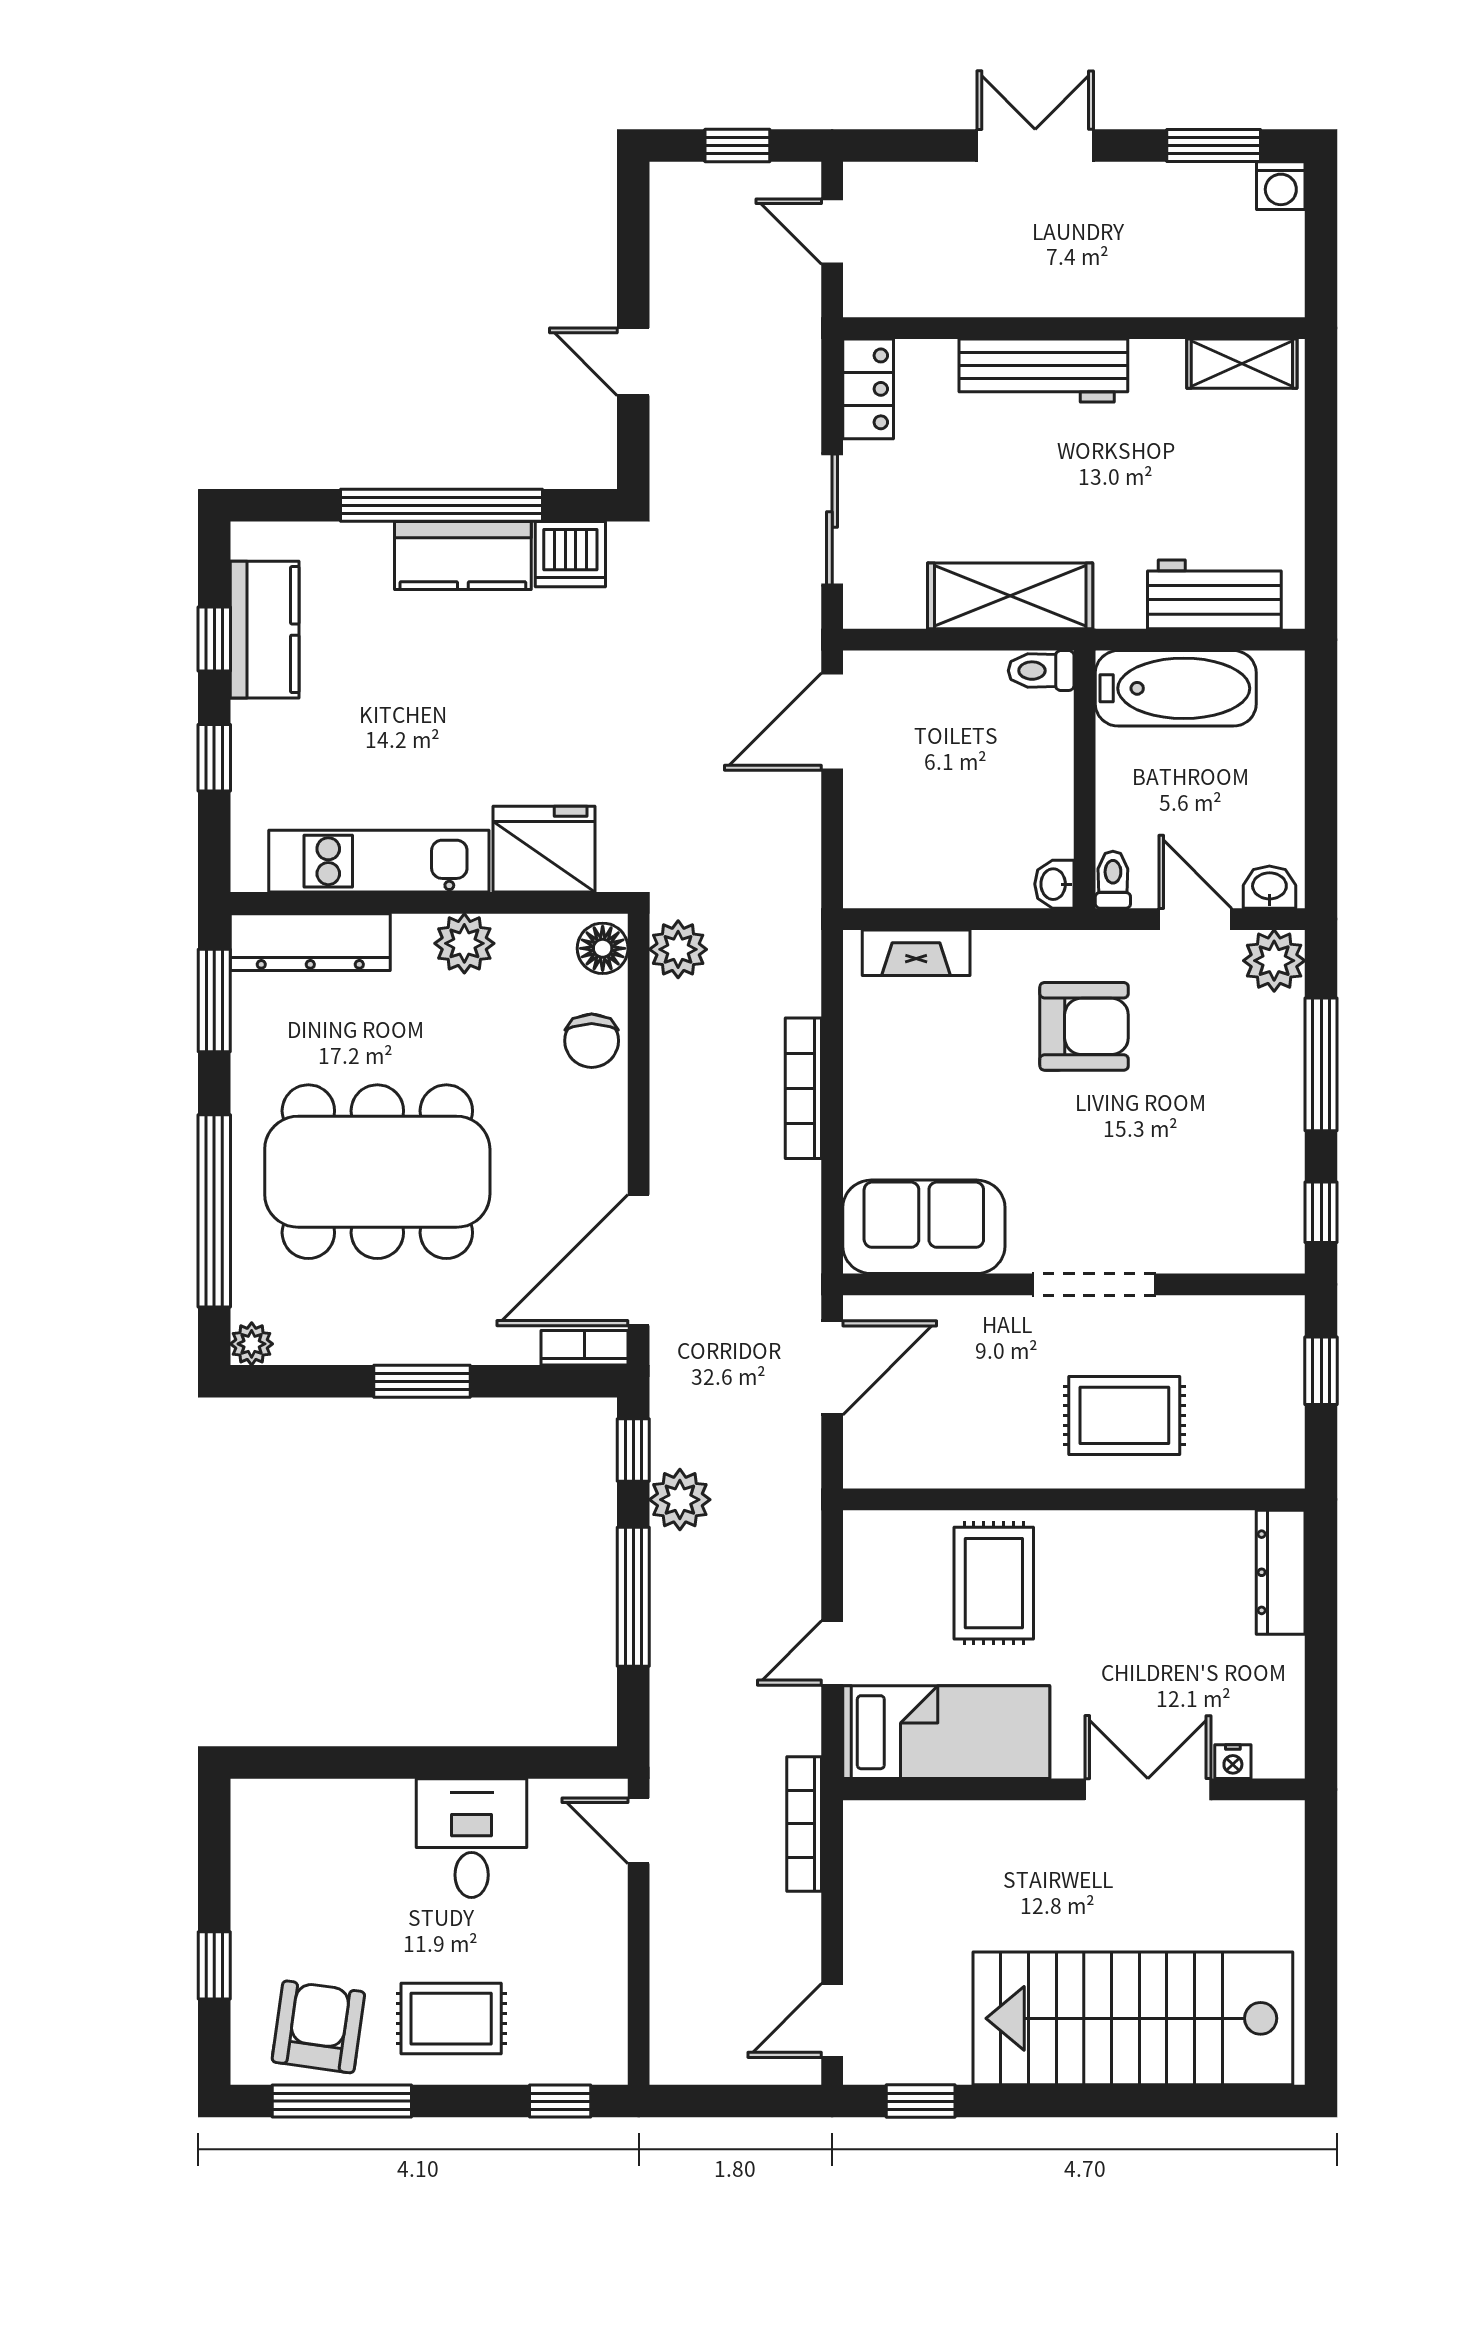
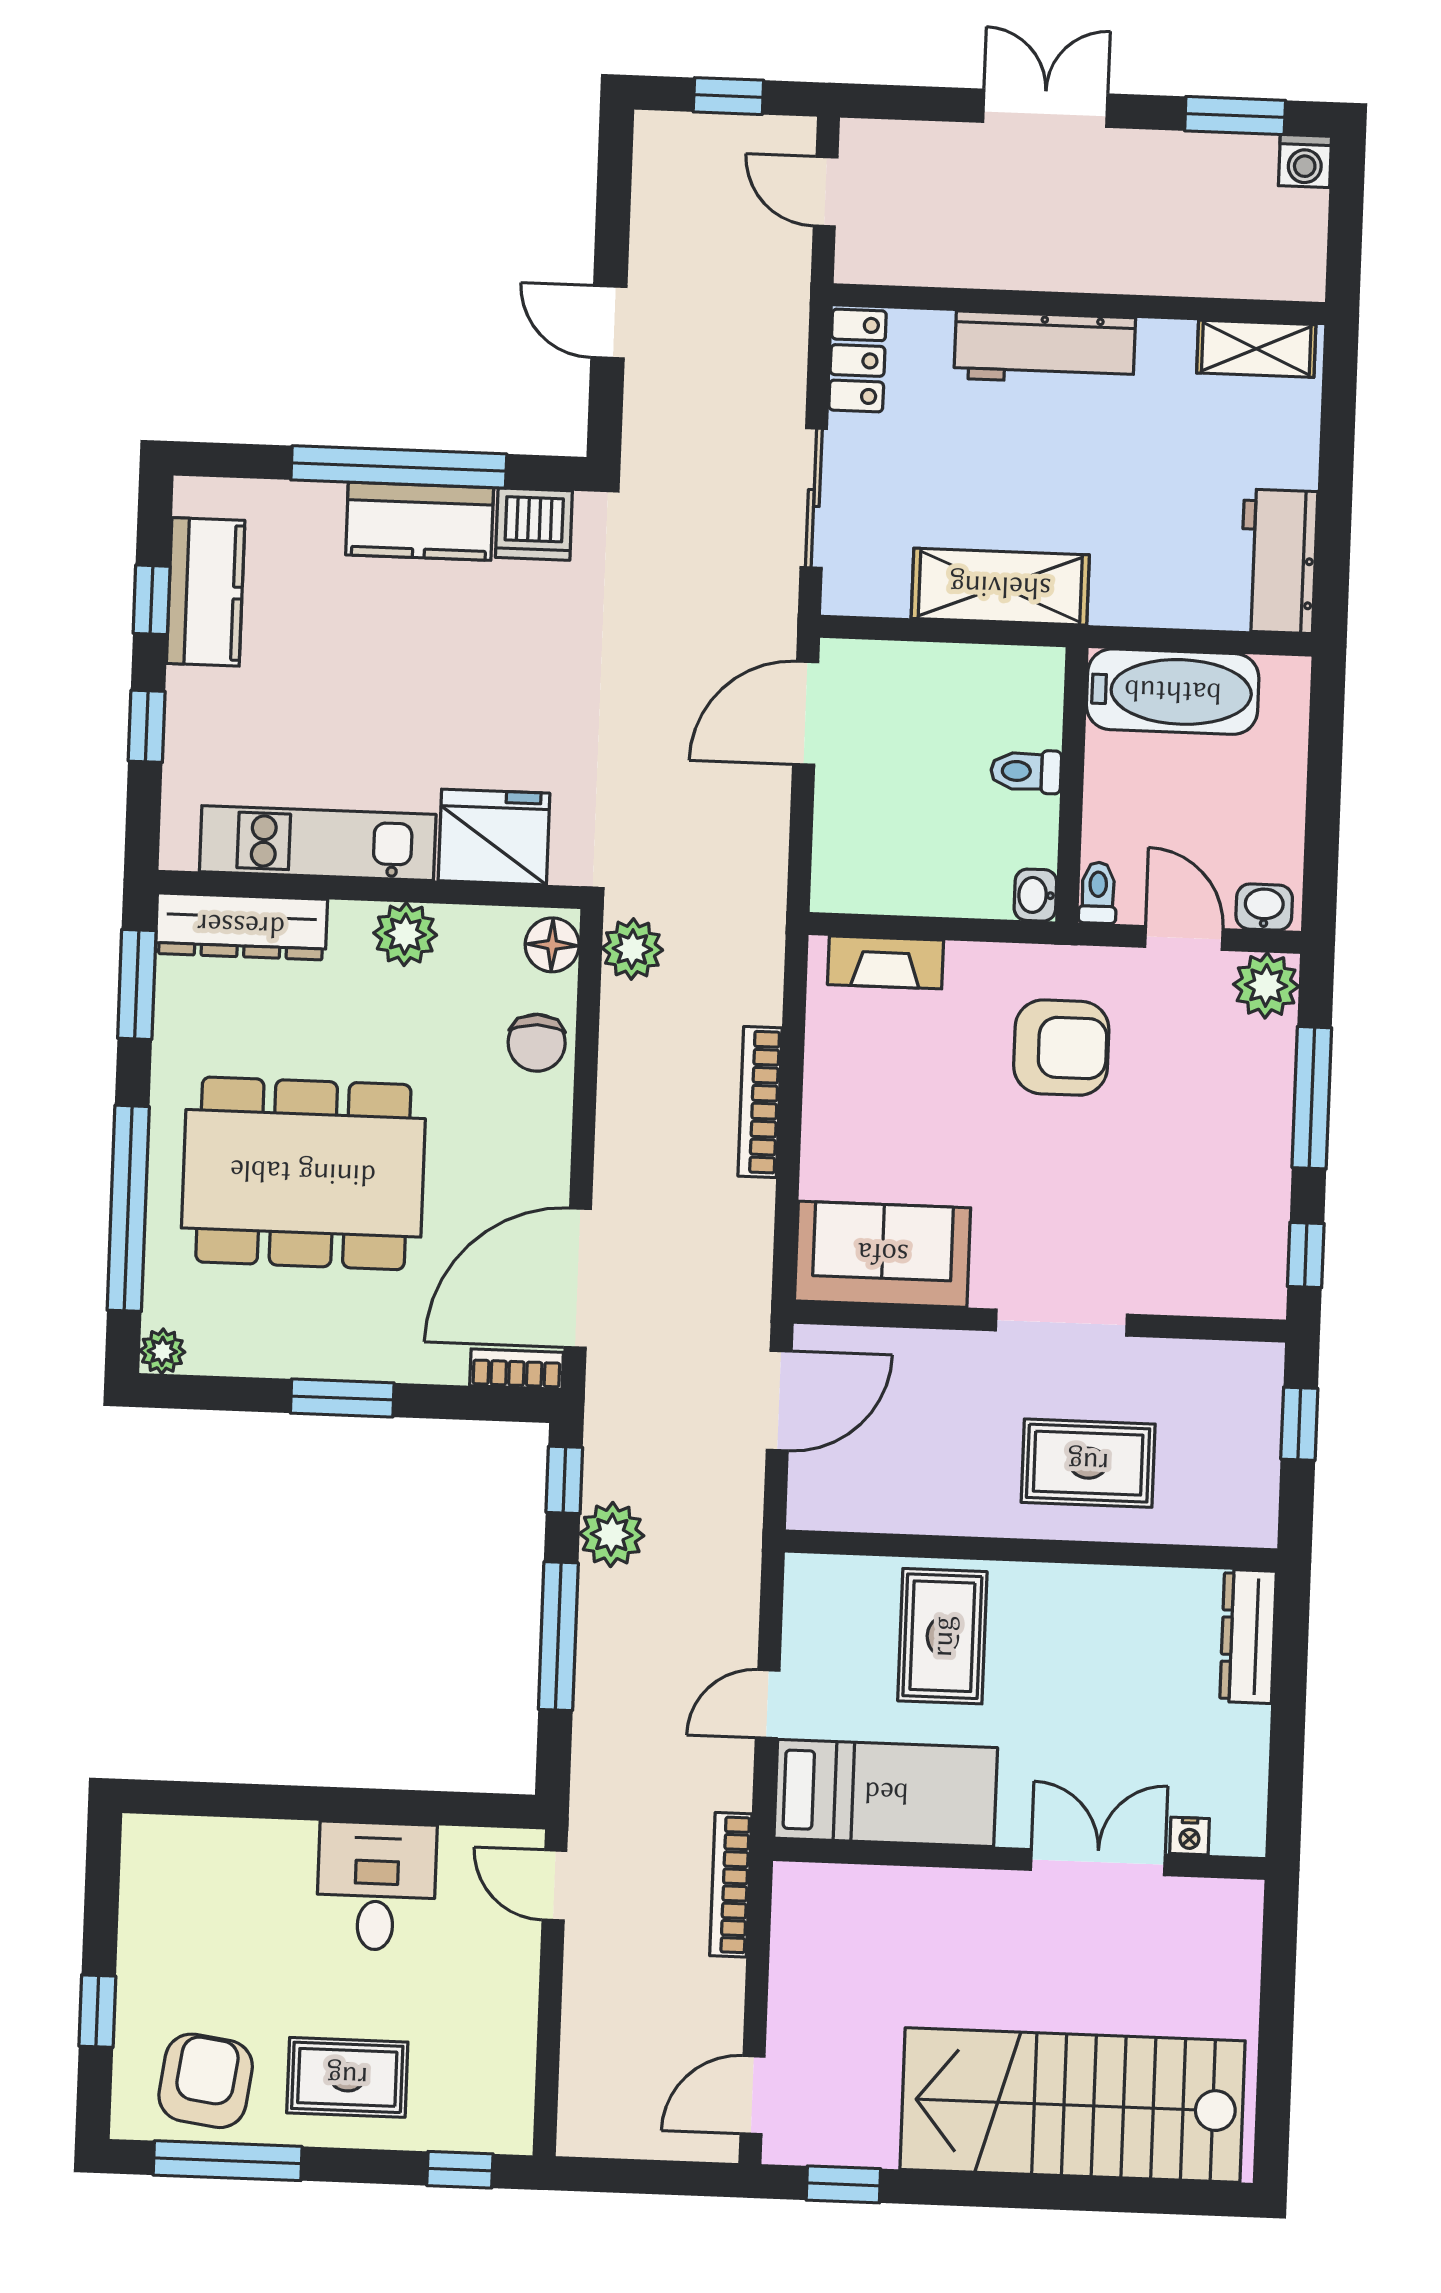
workbench: (1214, 594) -> (1278, 561), moved, turned -90
toilet: (1041, 671) -> (1026, 771), moved

